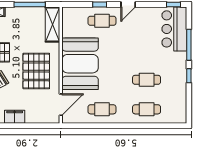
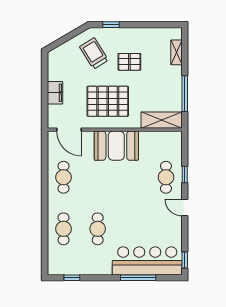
bar counter: (174, 29) -> (147, 261), width x1.36
booth: (80, 64) -> (116, 146), width x0.73, depth x0.70
window: (189, 76) -> (72, 278), moved
filing cabinet: (15, 117) -> (55, 93), moved

